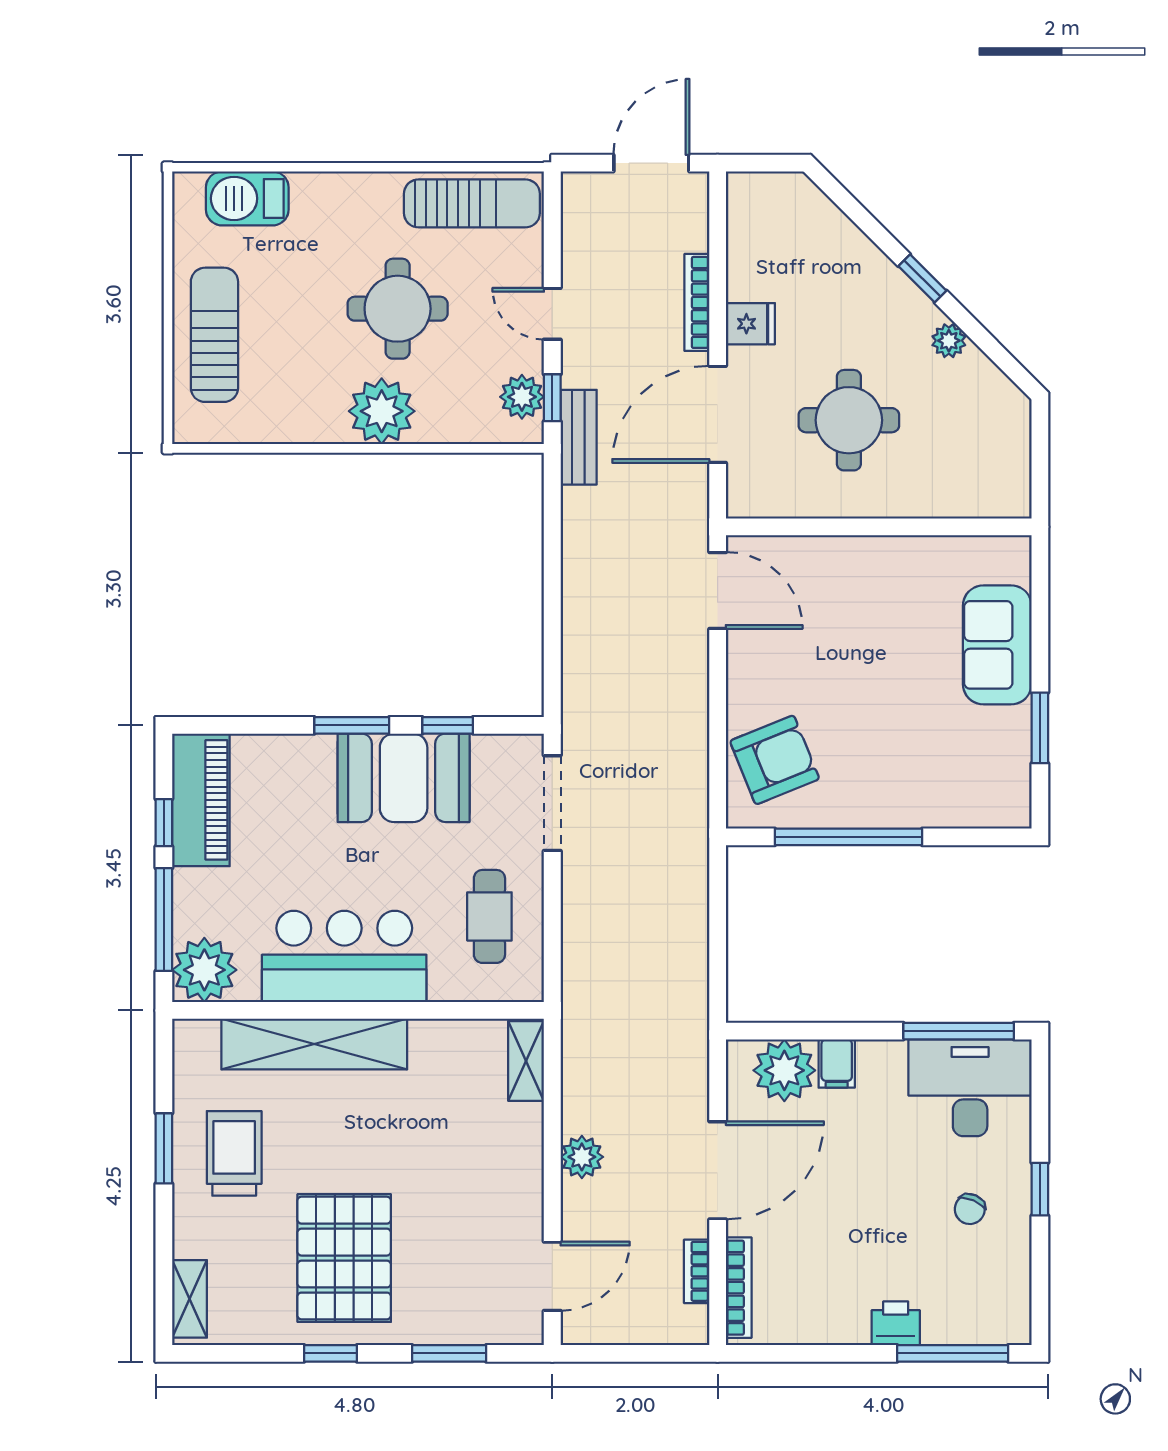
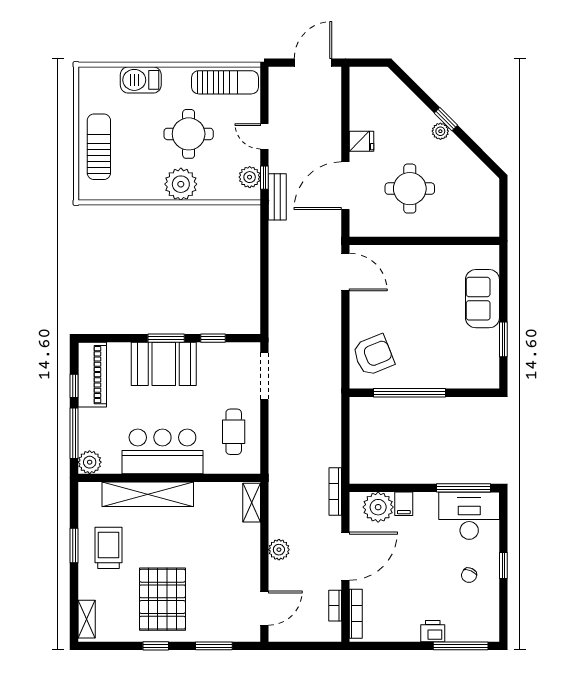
barbecue: (247, 198) -> (141, 80), moved
bookcase: (697, 302) -> (335, 491), moved
plant: (949, 341) -> (440, 131), moved
booth: (404, 778) -> (164, 364), moved
plant: (204, 970) -> (90, 462), width x0.73, depth x0.73

